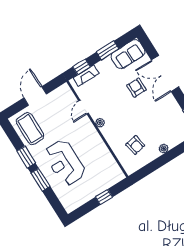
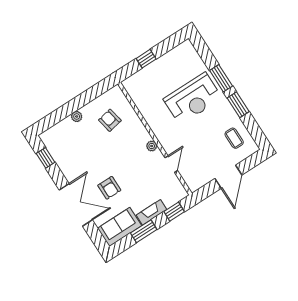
fireplace: (86, 76) -> (151, 212), moved
coffee table: (30, 129) -> (234, 138), width x0.54, depth x0.58
reception desk: (65, 163) -> (193, 99), turned 90

